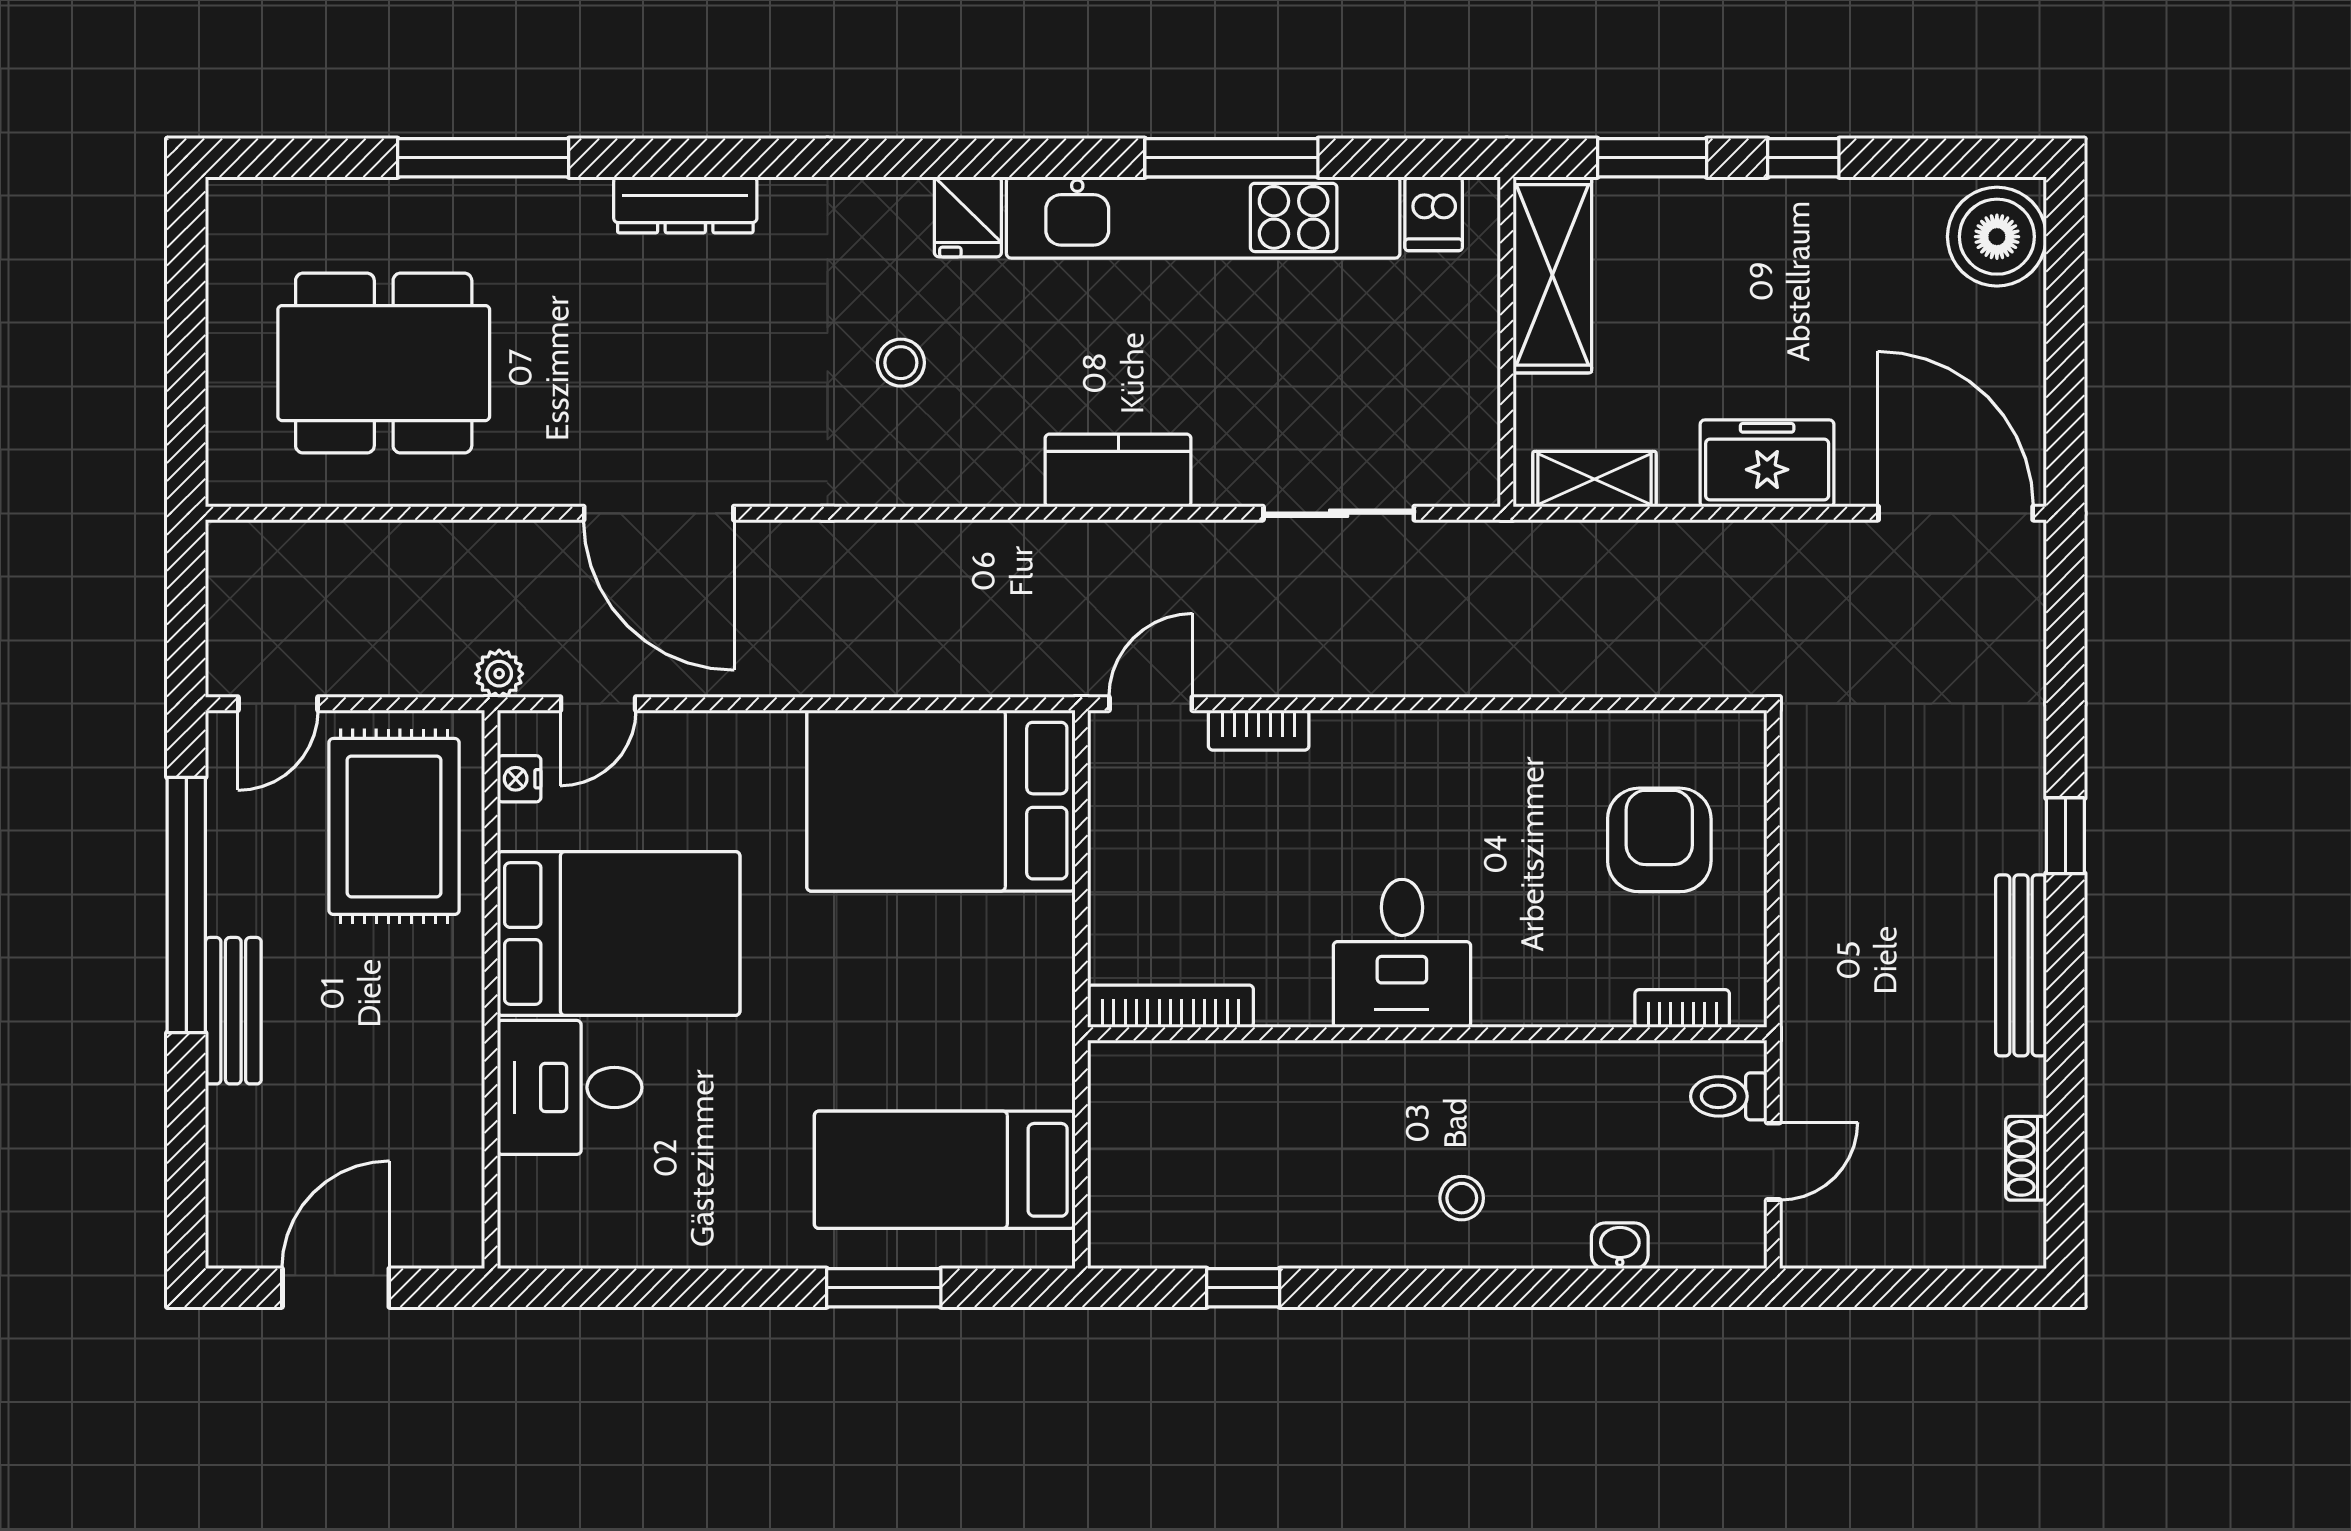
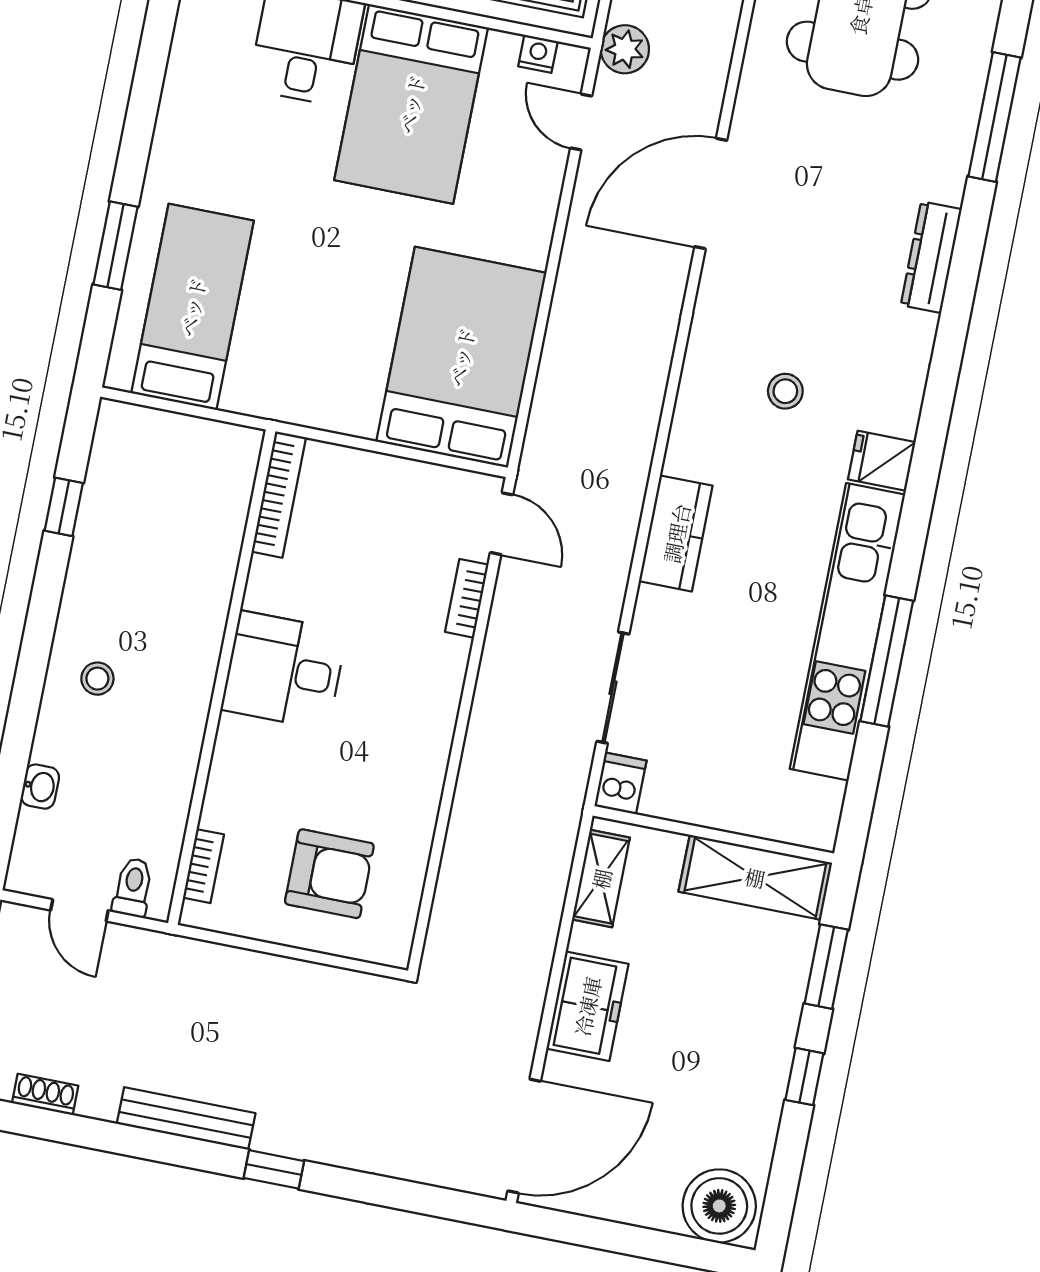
dishwasher: (1434, 214) -> (620, 783), moved, turned 90
plant: (499, 674) -> (625, 49), width x1.38, depth x1.38

